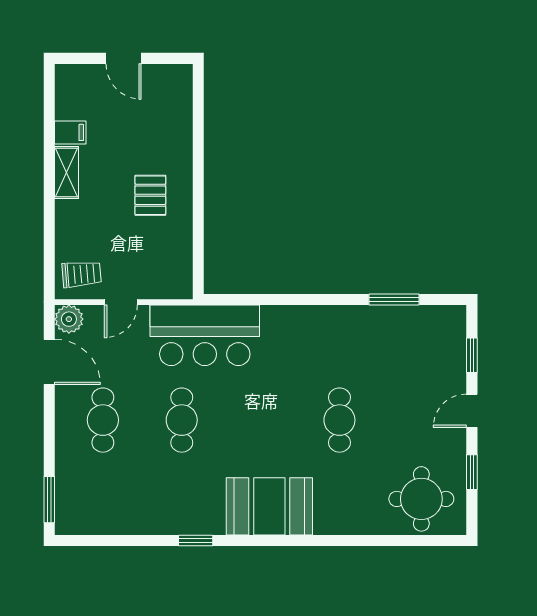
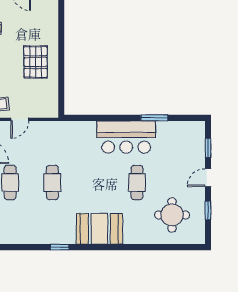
pallet: (150, 195) -> (36, 62), width x1.50, depth x1.42
window: (394, 299) -> (154, 118), moved
bar counter: (205, 335) -> (126, 137), moved
round table: (421, 499) -> (172, 215), moved

